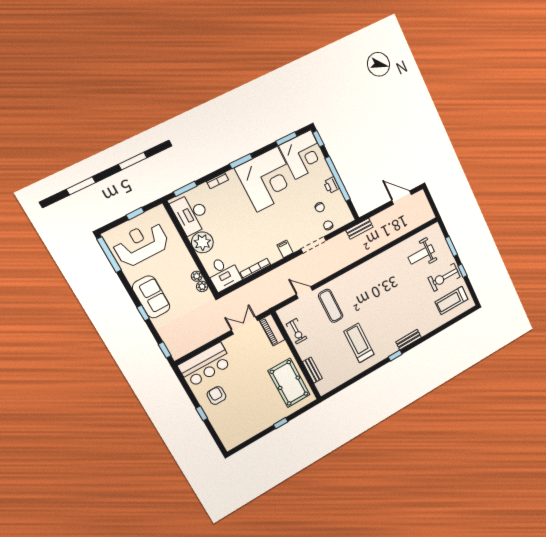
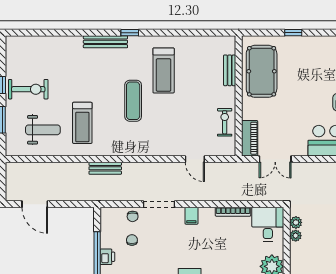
bench: (360, 229) -> (105, 168), moved
treadmill: (451, 301) -> (82, 123), moved, turned 90
exercise mat: (331, 306) -> (133, 101), moved
bench: (408, 340) -> (105, 42), width x1.36

